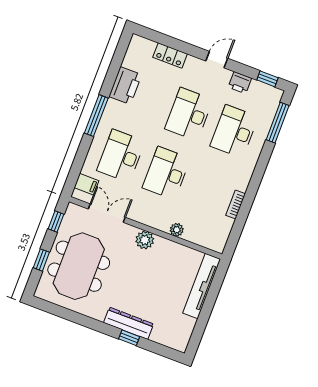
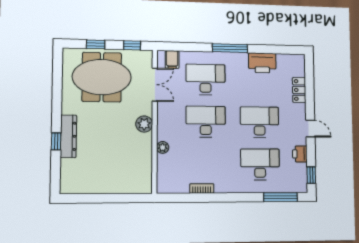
tv unit: (202, 286) -> (123, 186), removed

